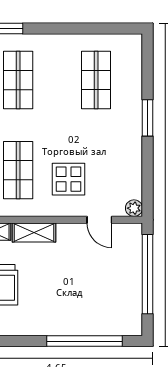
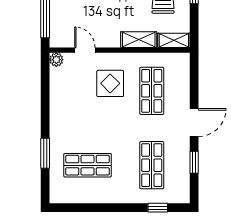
shop shelf: (96, 80) -> (88, 165), turned 90
window: (148, 118) -> (45, 153), moved

